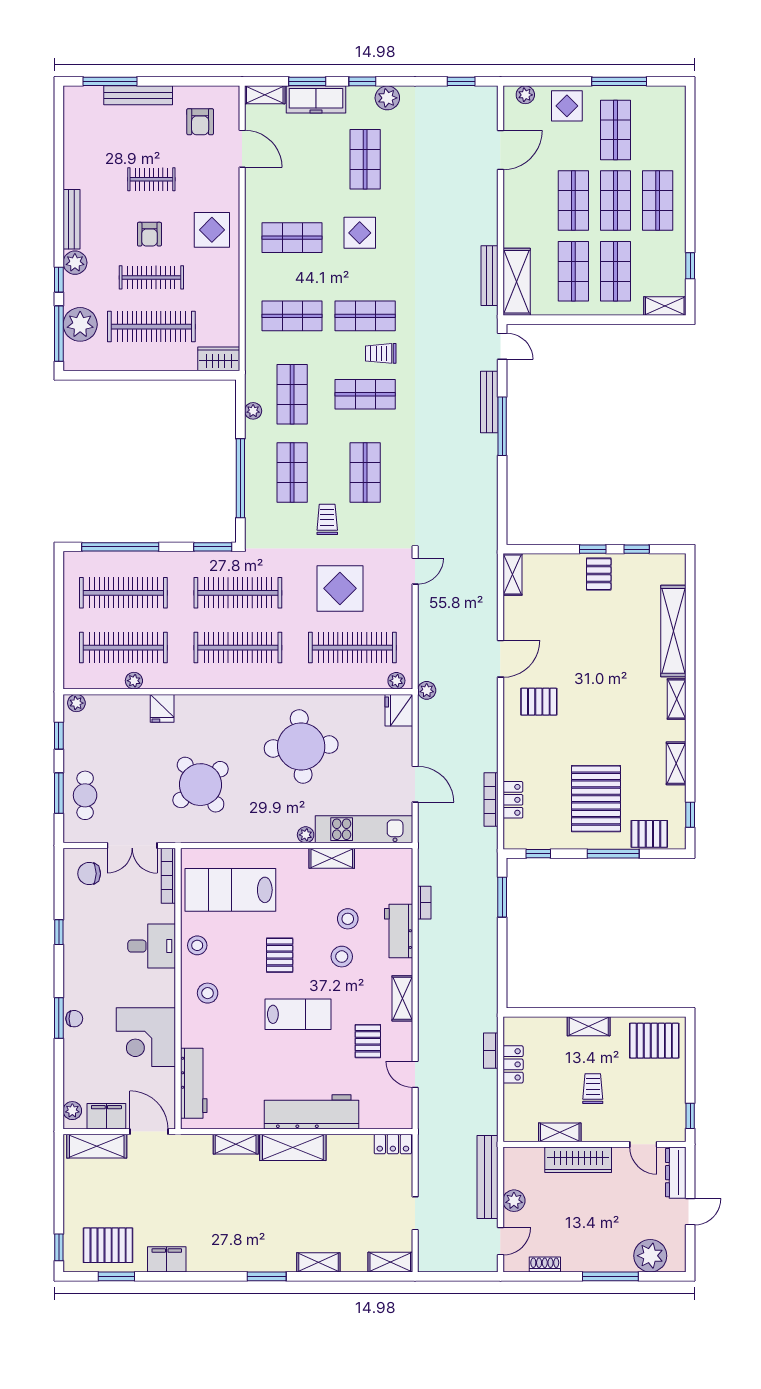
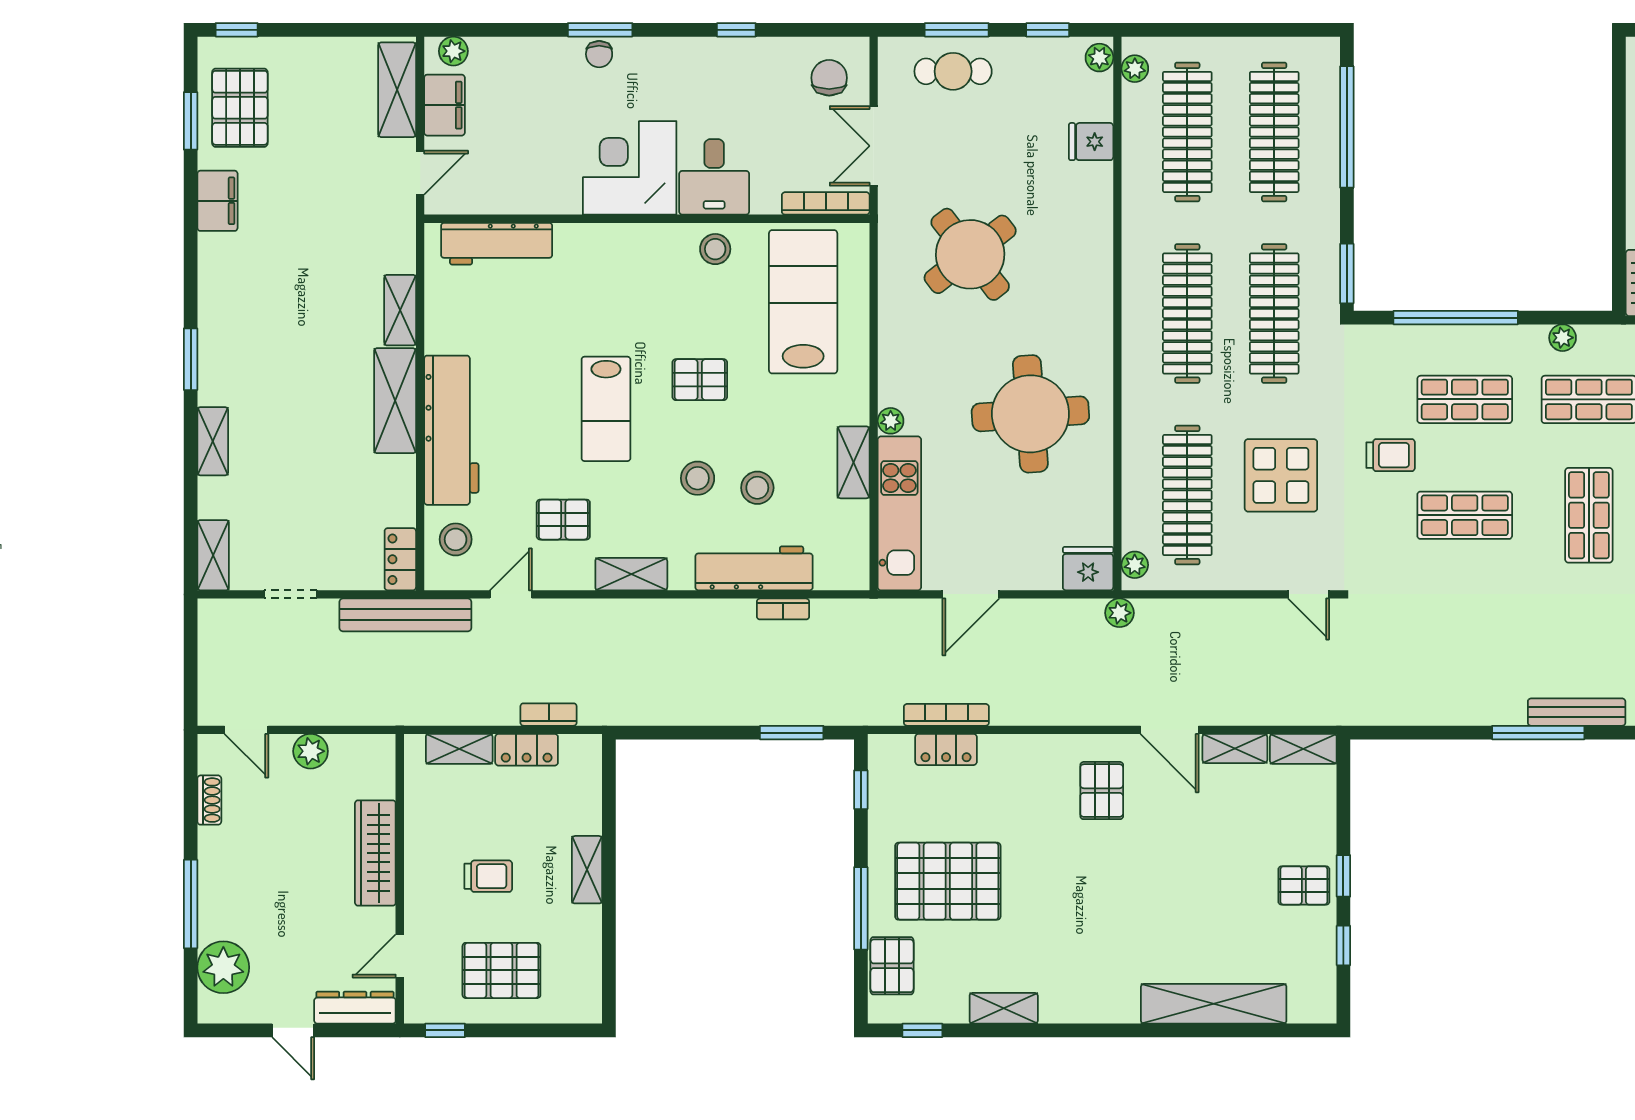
plant: (134, 681) -> (1135, 69), moved
shelving: (677, 699) -> (1235, 748), moved
fridge: (162, 708) -> (1091, 142), moved
workbench: (399, 931) -> (754, 568), width x1.38
stool: (208, 993) -> (456, 539), moved
corner desk: (146, 1037) -> (630, 168), moved
pallet: (654, 1041) -> (501, 970), moved, turned 90
door: (149, 1132) -> (420, 173), width x0.73
shelving: (560, 1132) -> (459, 749), moved, turned 90
bench: (488, 1177) -> (405, 615), moved

